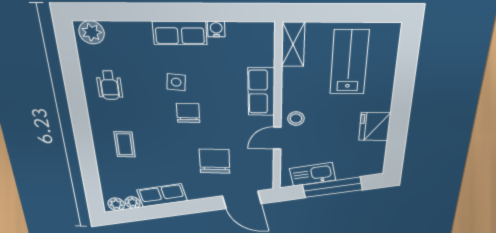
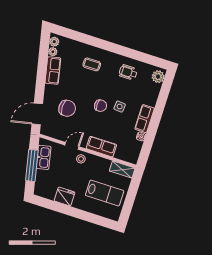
door: (277, 138) -> (72, 146), hinge flipped

